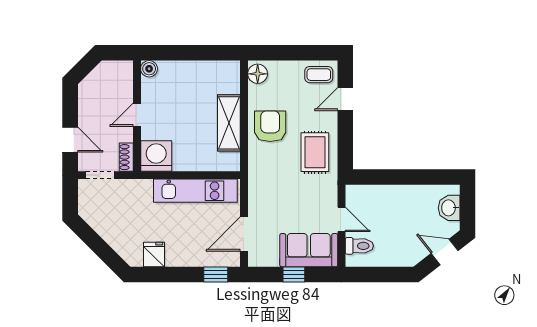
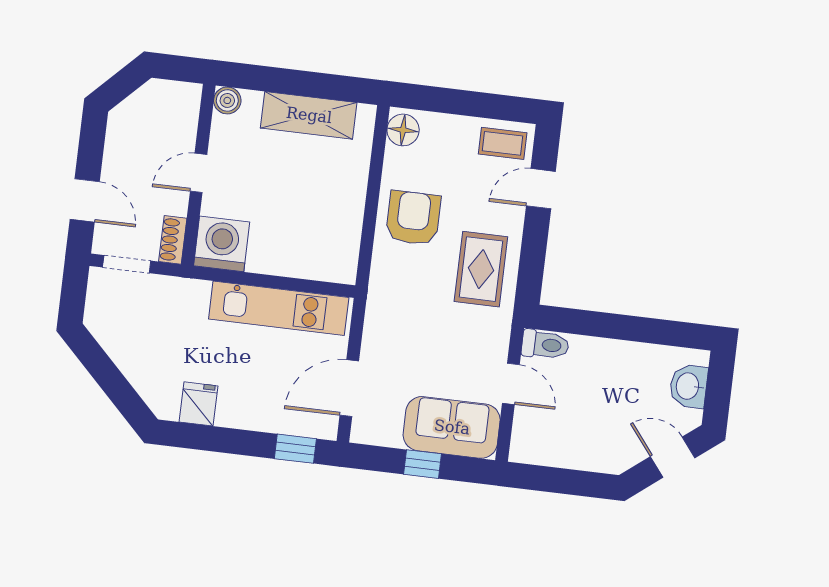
shelving: (229, 123) -> (309, 115), moved, turned 90
toilet: (359, 246) -> (545, 345), moved

